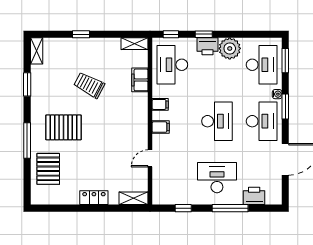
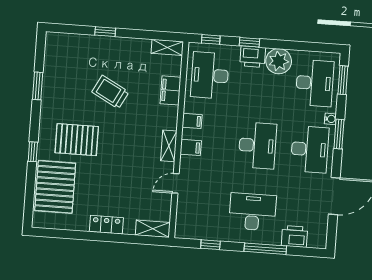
shelving: (37, 51) -> (169, 146), moved
window: (27, 141) -> (33, 152), width x0.46
pallet: (48, 169) -> (55, 187), width x1.37, depth x1.41

